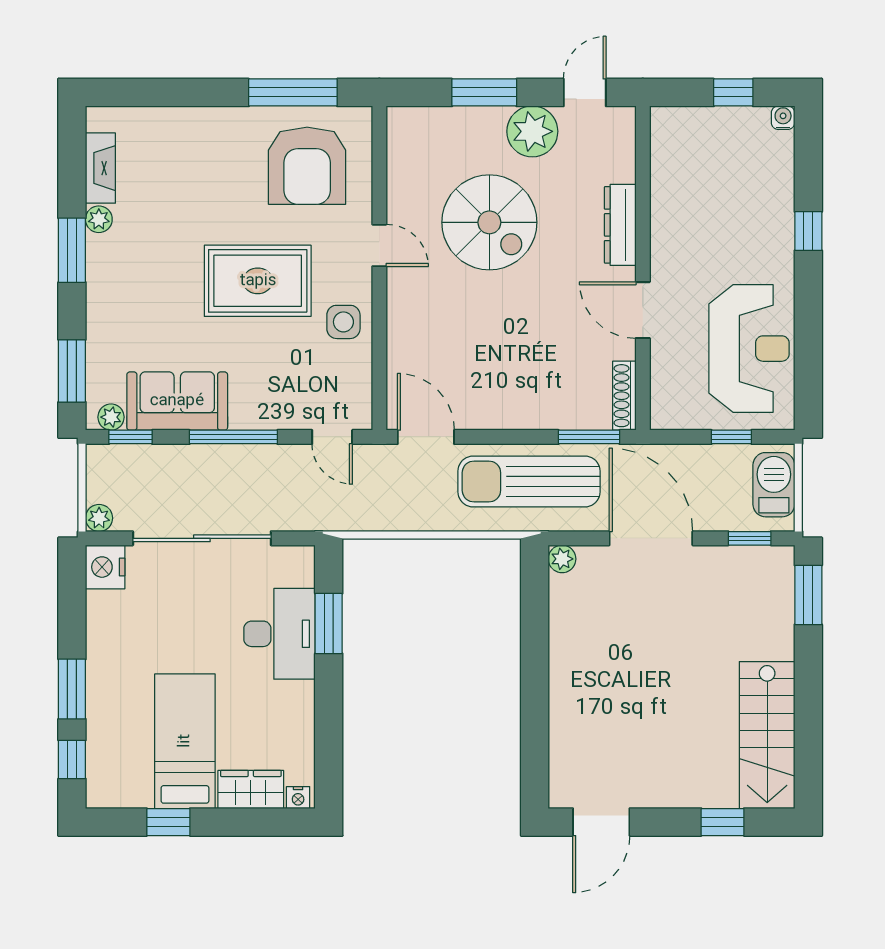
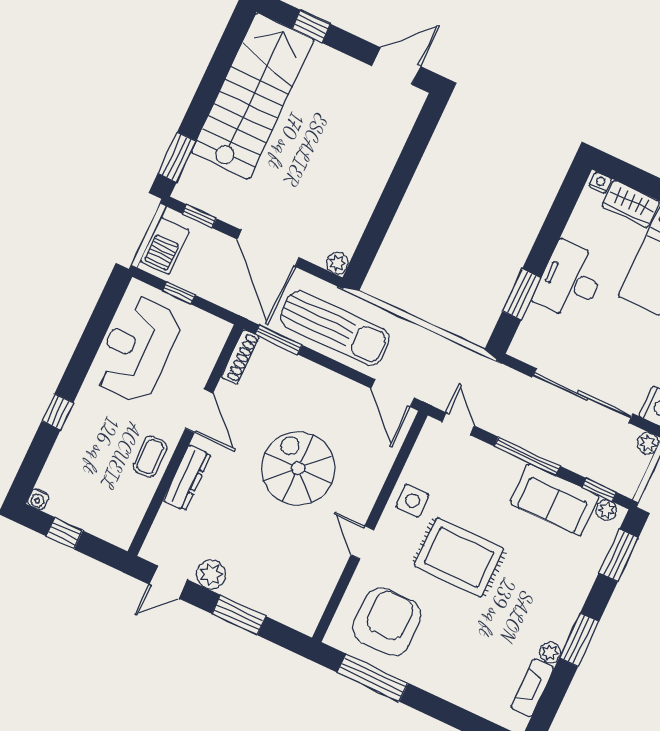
plant: (532, 131) -> (211, 574), width x0.73, depth x0.73
spiral stairs: (489, 222) -> (298, 468), moved
coffee table: (675, 229) -> (150, 457), added
desk: (279, 634) -> (570, 281), moved
stairs: (767, 735) -> (253, 96), width x1.36, depth x1.51

